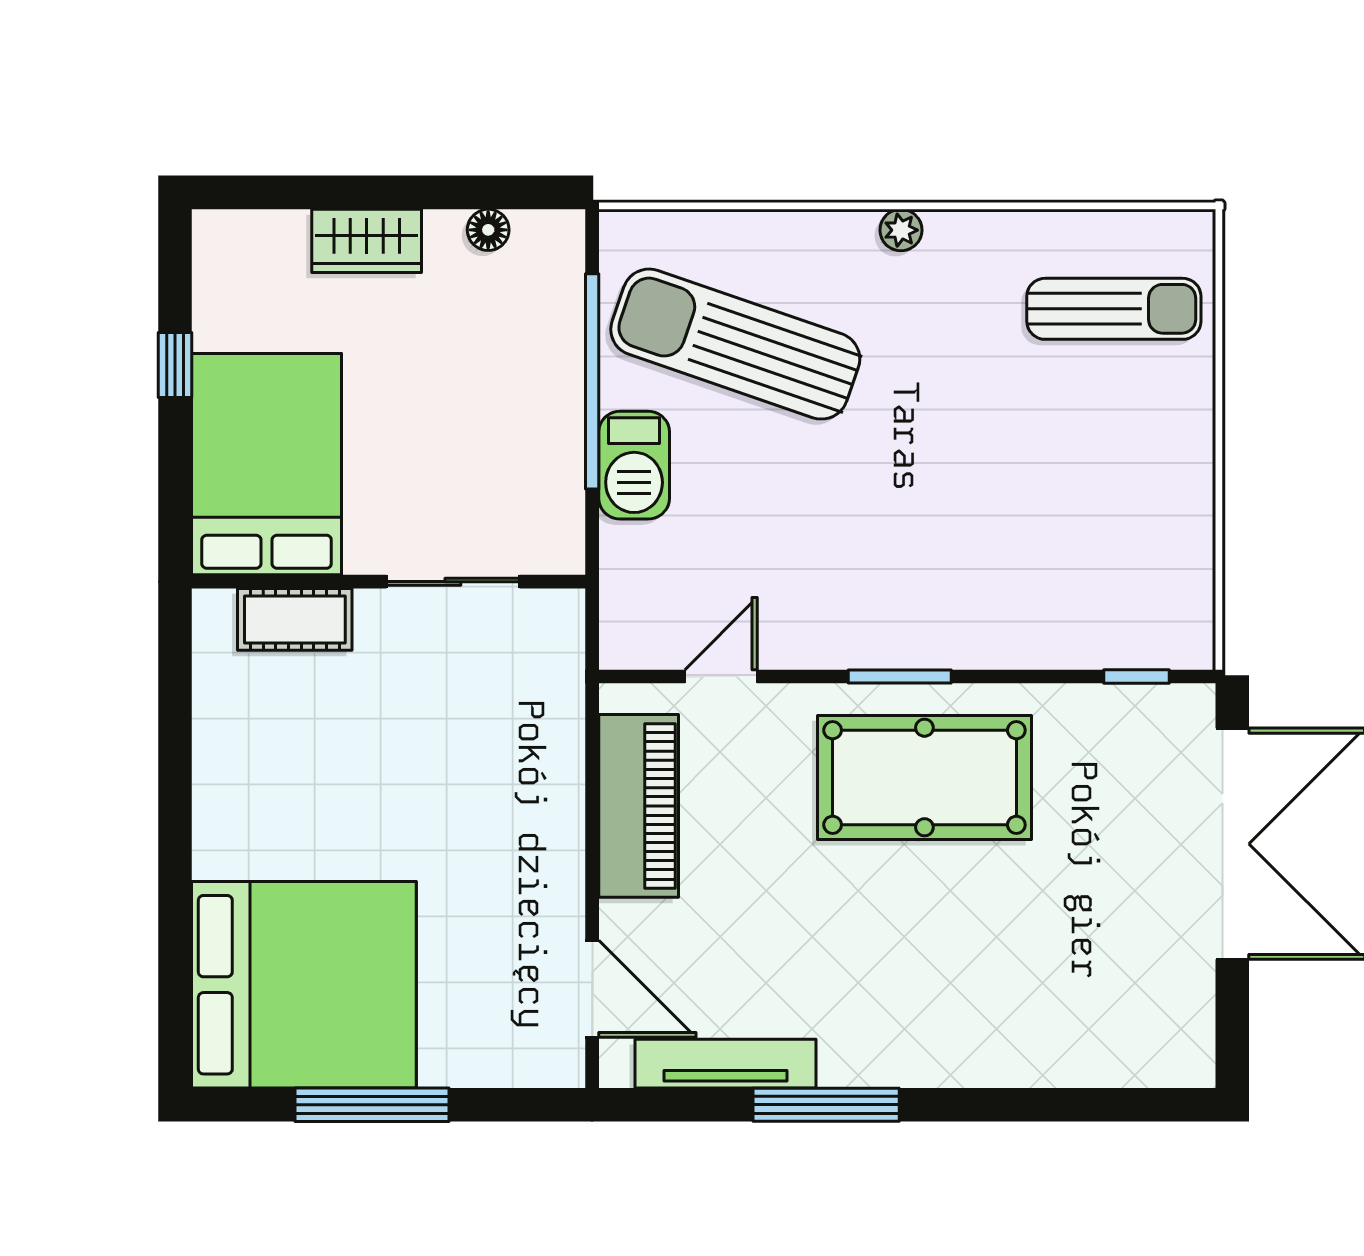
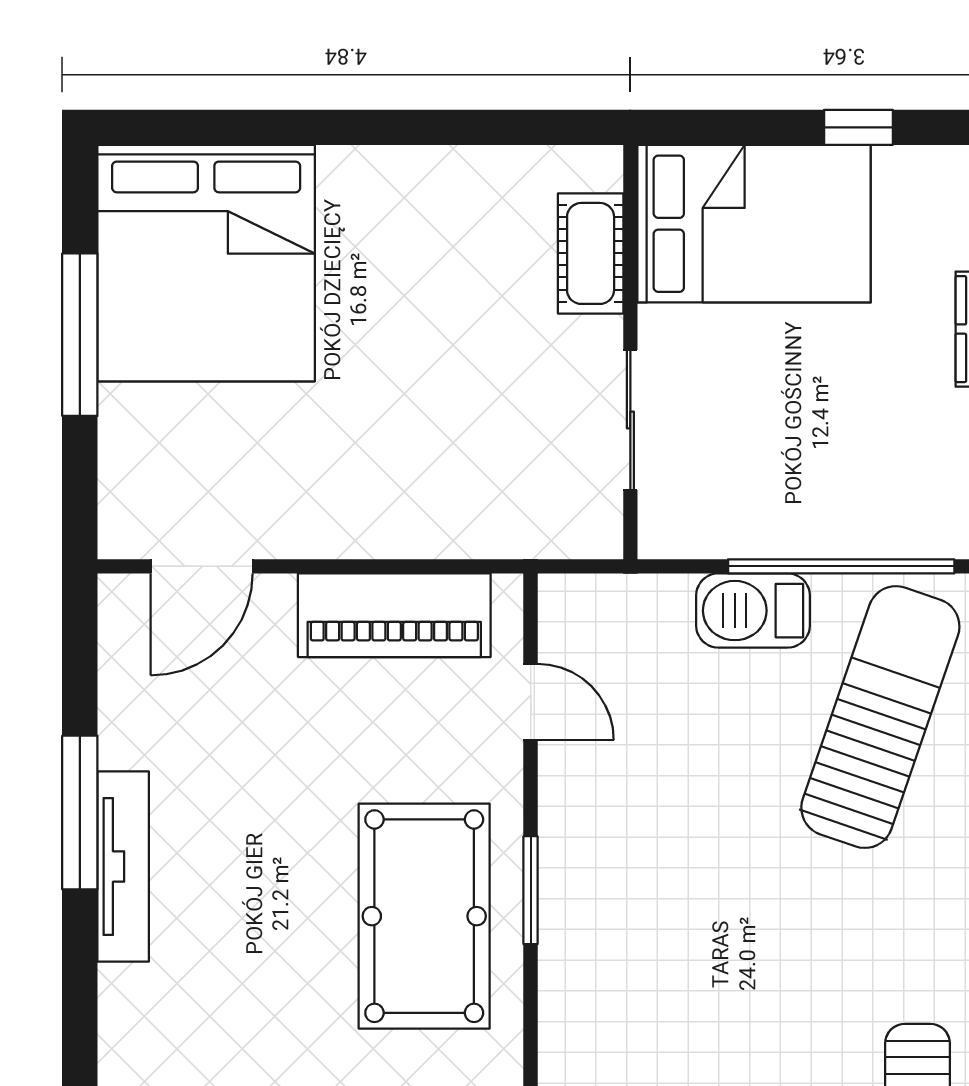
tv unit: (725, 1064) -> (123, 867), moved

